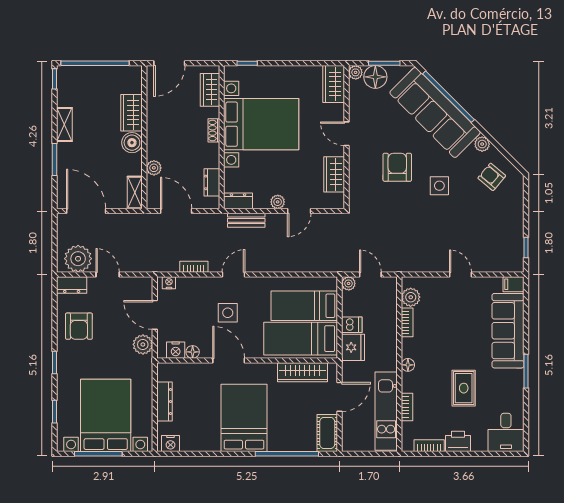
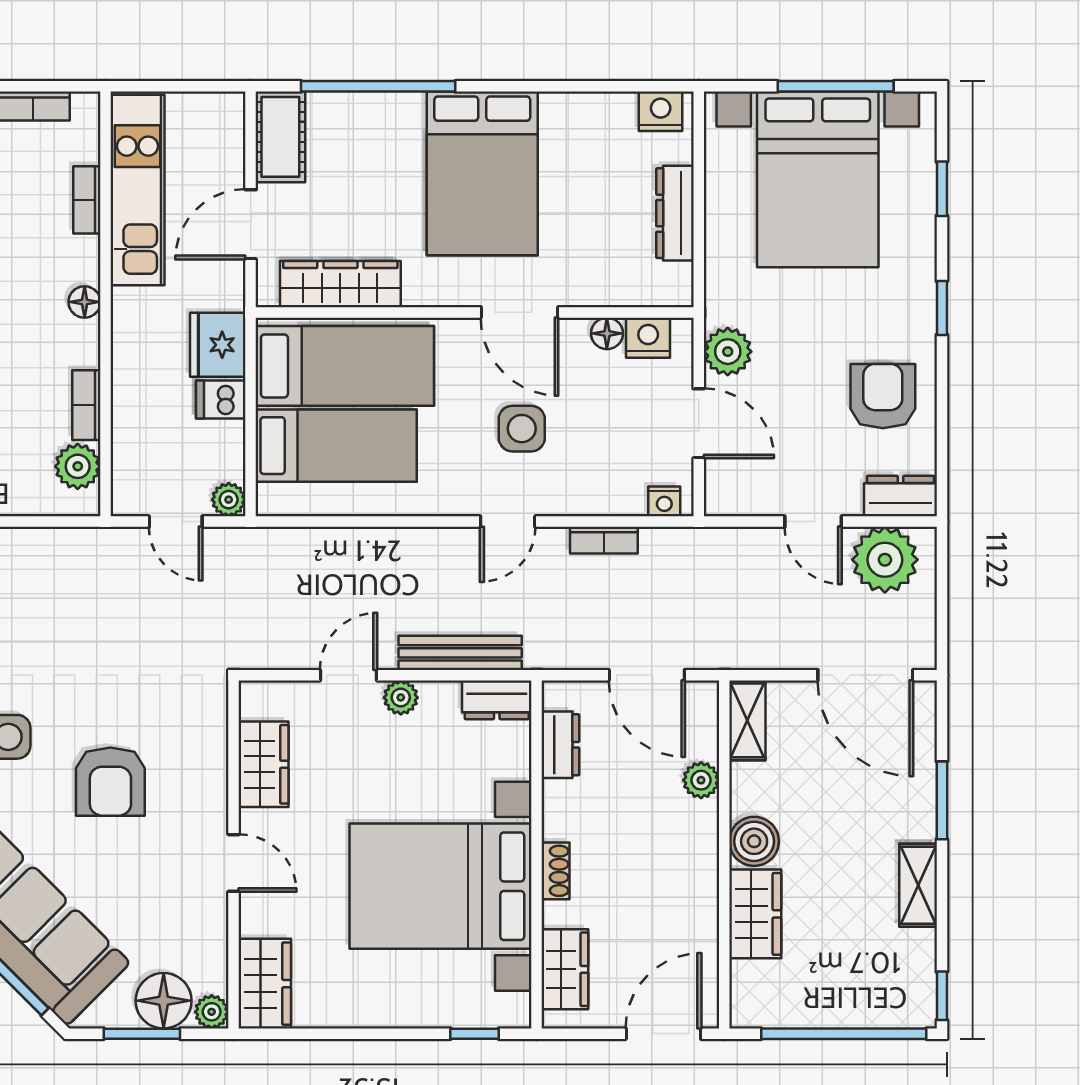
bench: (246, 220) -> (460, 653), width x1.36

